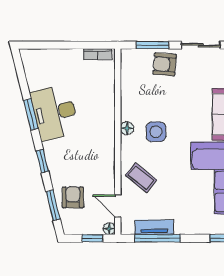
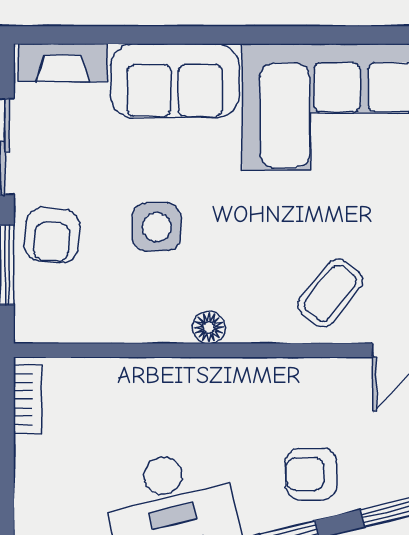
side table: (156, 132) -> (157, 227), moved
armchair: (73, 197) -> (311, 474), moved

